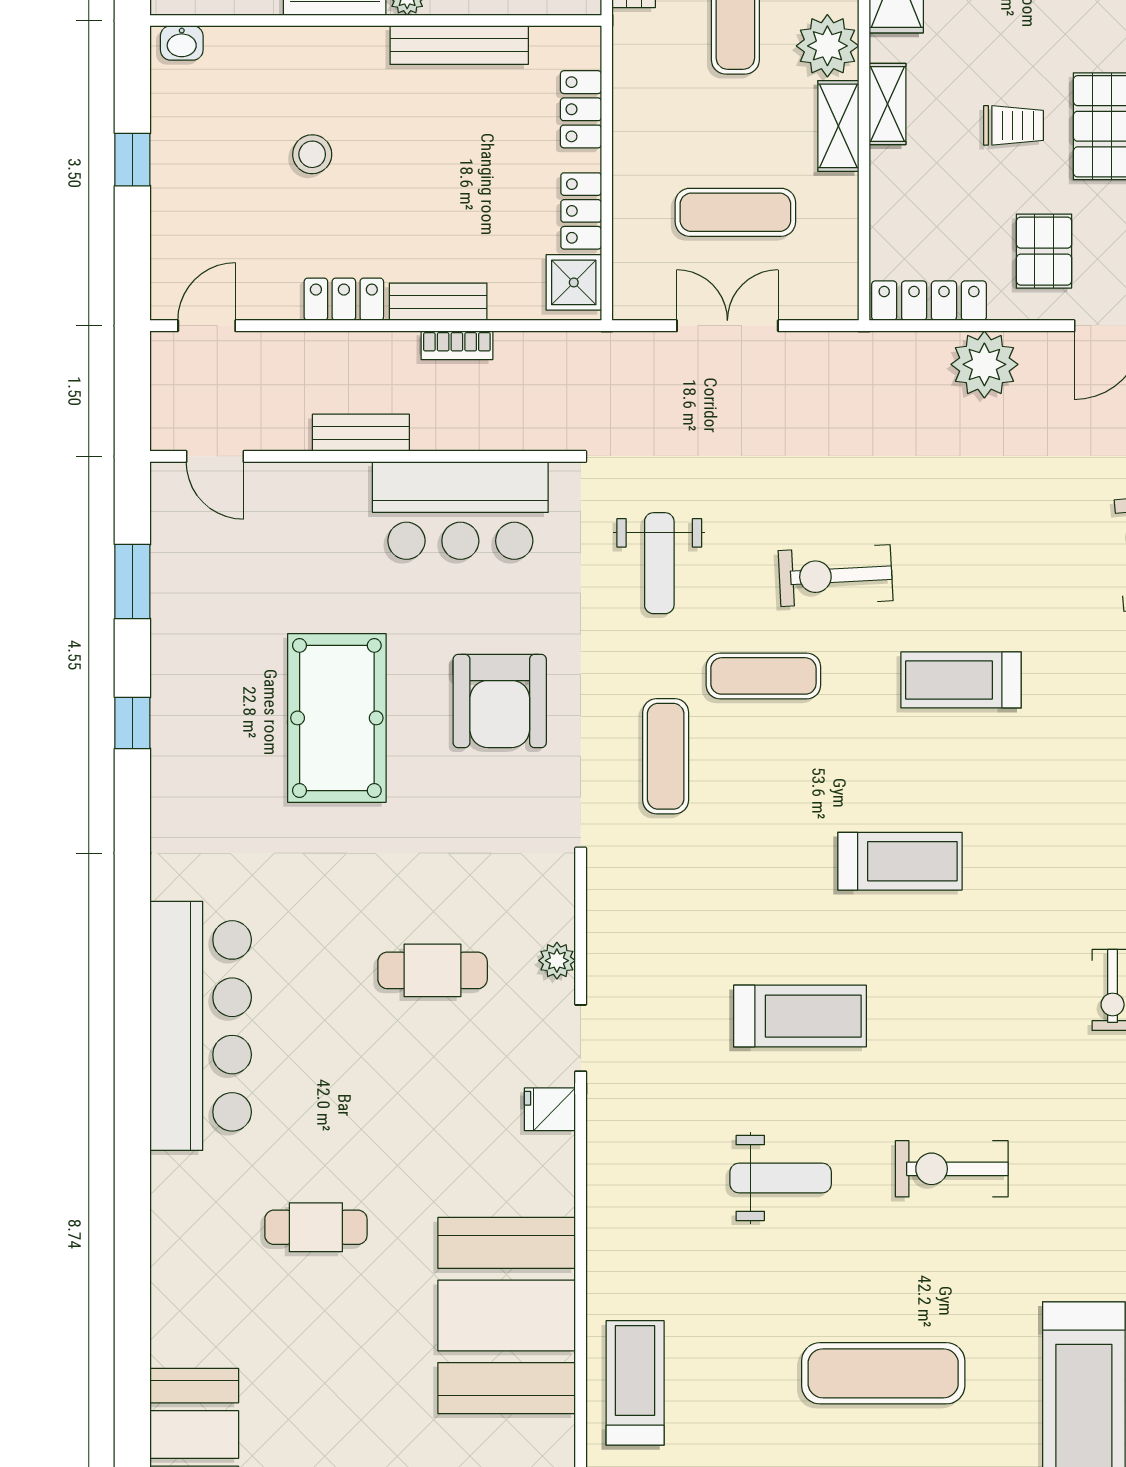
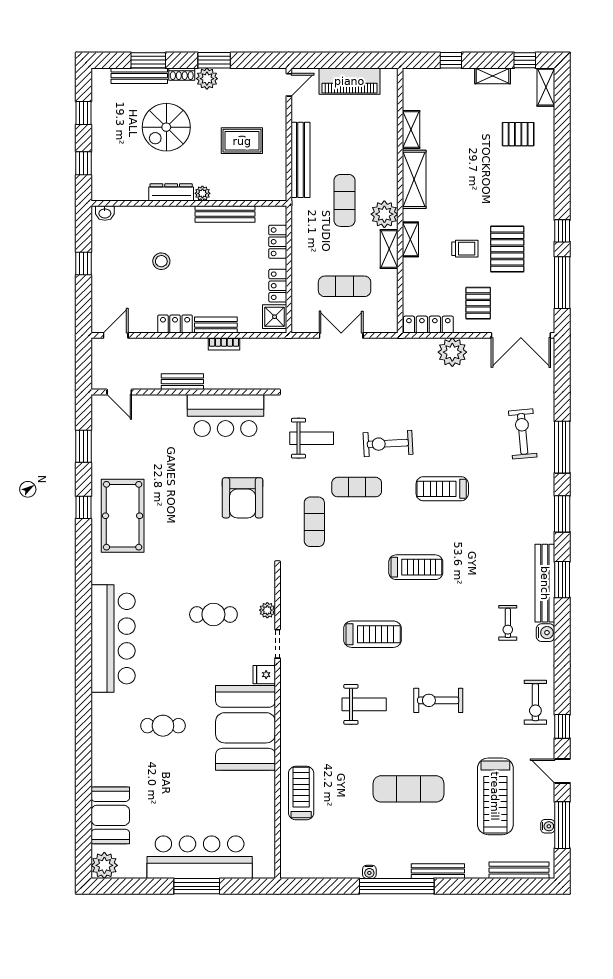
weight bench: (659, 563) -> (312, 438), turned -90
pool table: (337, 718) -> (123, 516), moved
booth: (507, 1316) -> (245, 728), moved

